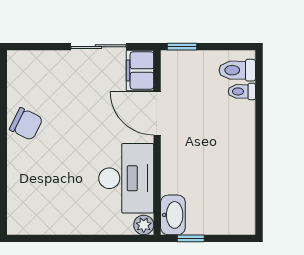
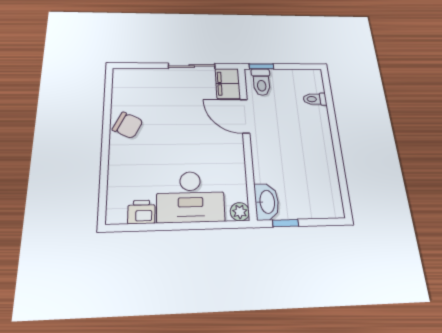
toilet: (237, 70) -> (261, 82), moved, turned -90
desk: (126, 178) -> (190, 197), moved, turned 90
printer: (43, 223) -> (141, 212), added

